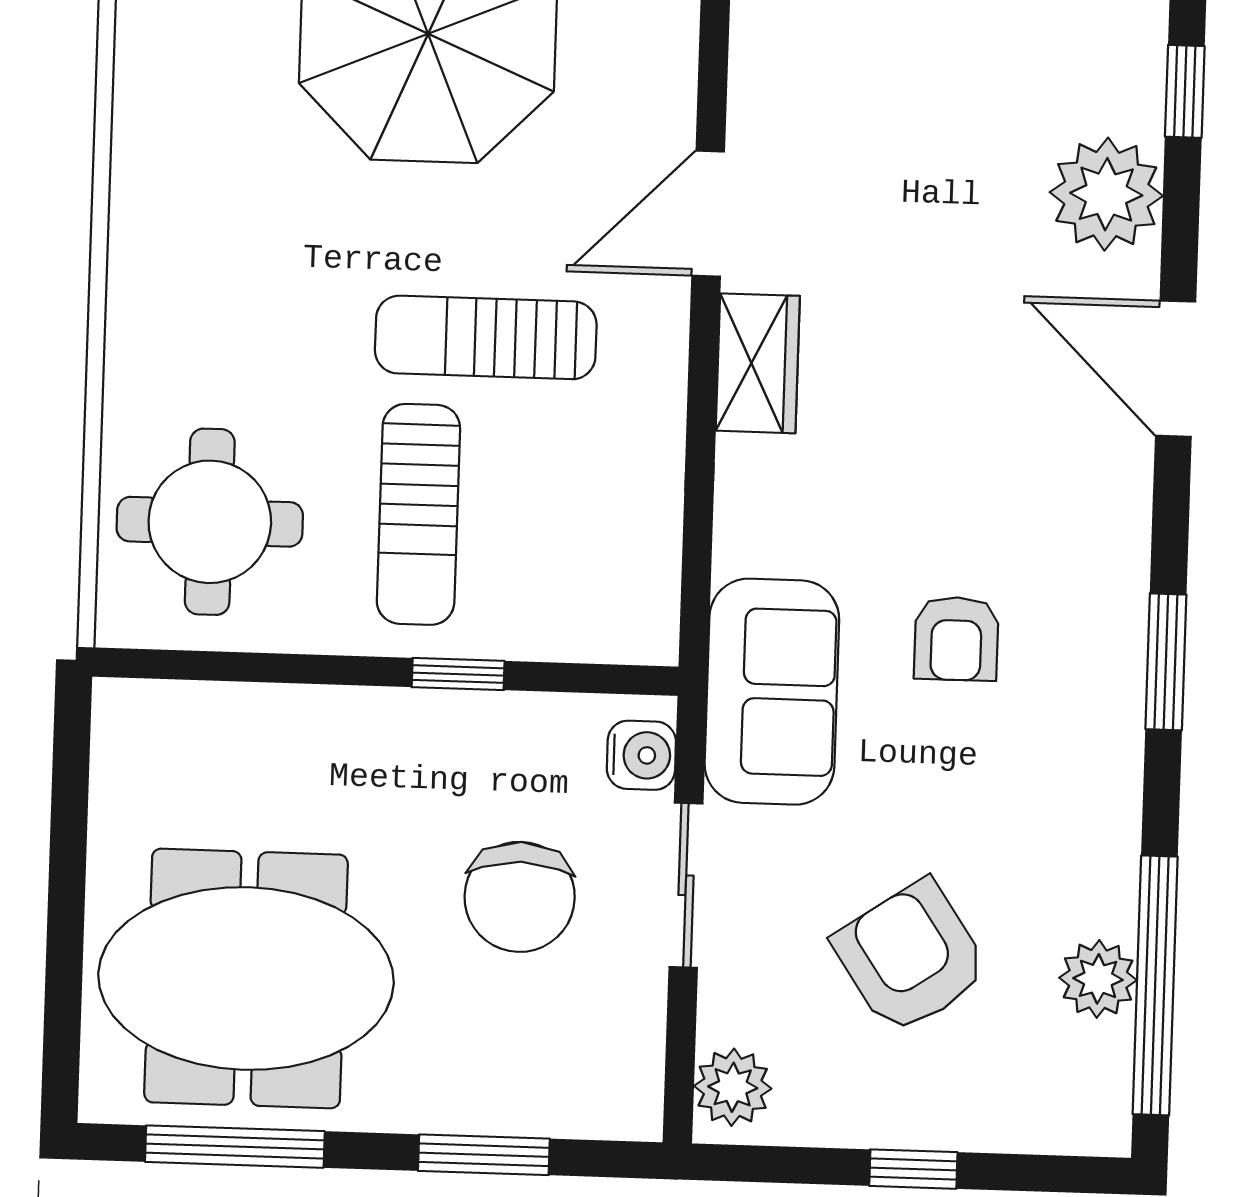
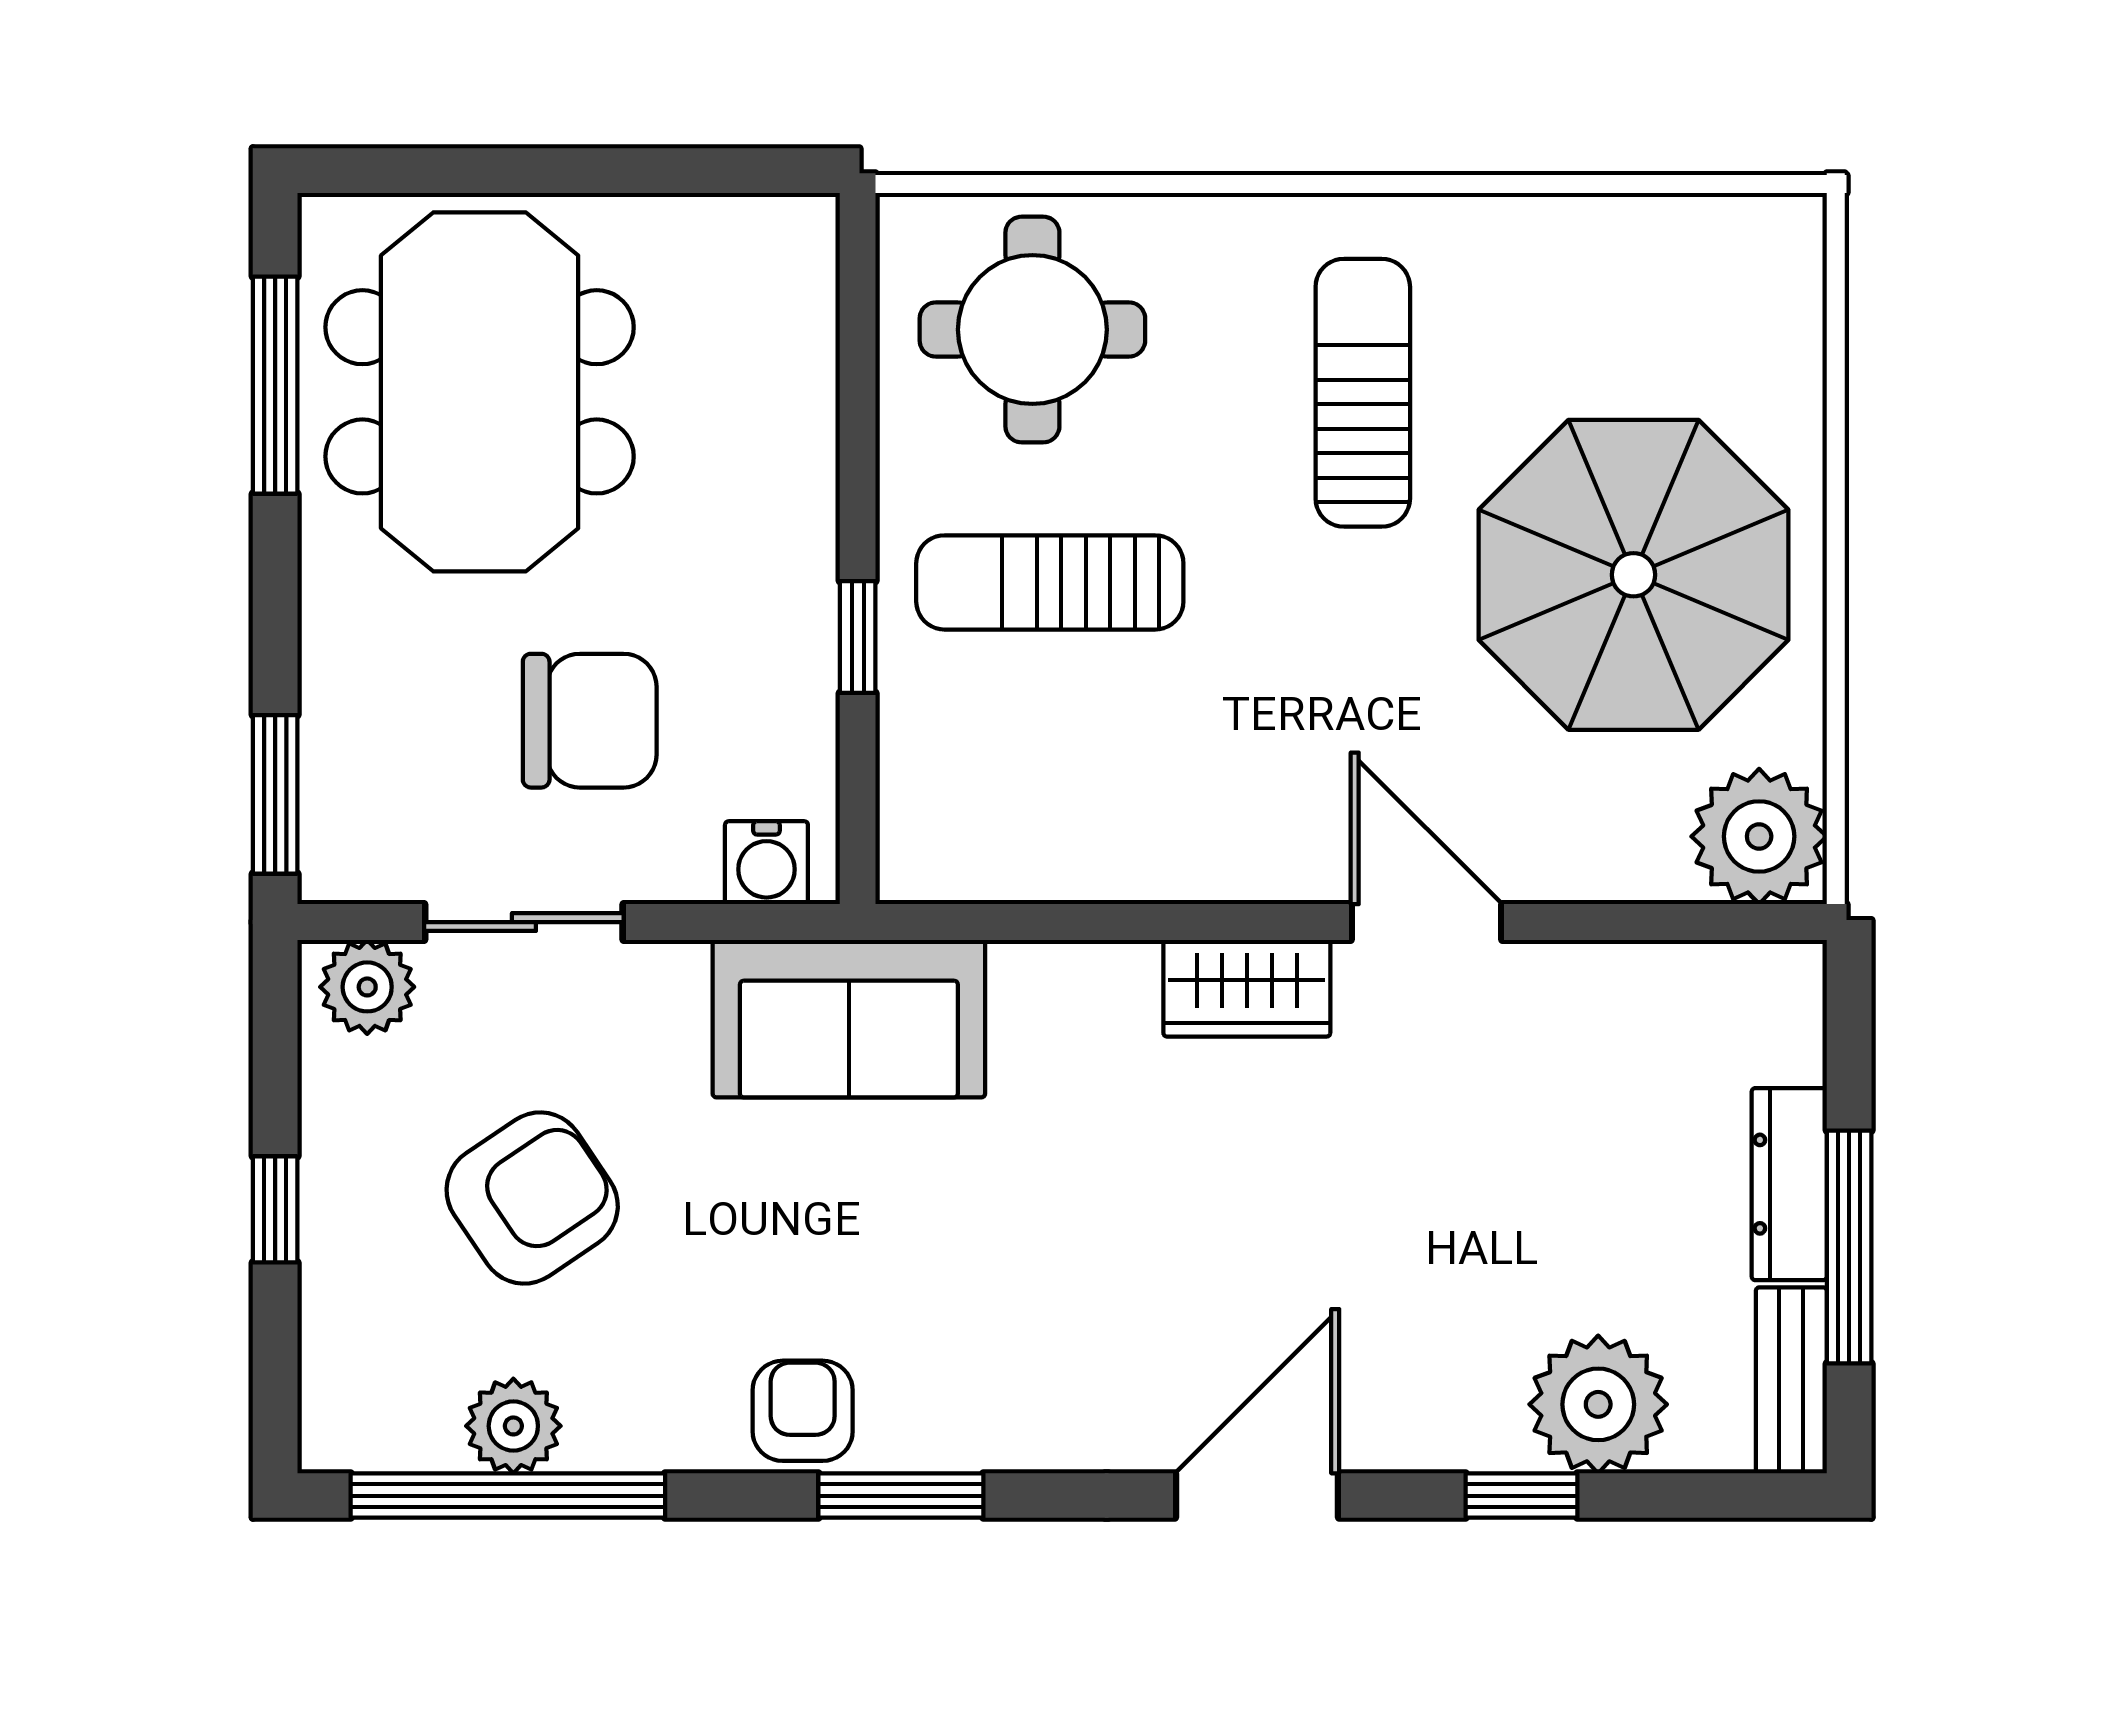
window: (1185, 91) -> (1522, 1496), moved
plant: (1106, 194) -> (1598, 1404), moved
sun lounger: (486, 337) -> (1363, 393), moved
armchair: (956, 639) -> (803, 1411), moved, turned 90
sliding door: (686, 885) -> (524, 922), moved
chair: (520, 897) -> (590, 721), turned 180
window: (484, 1155) -> (275, 794), moved

